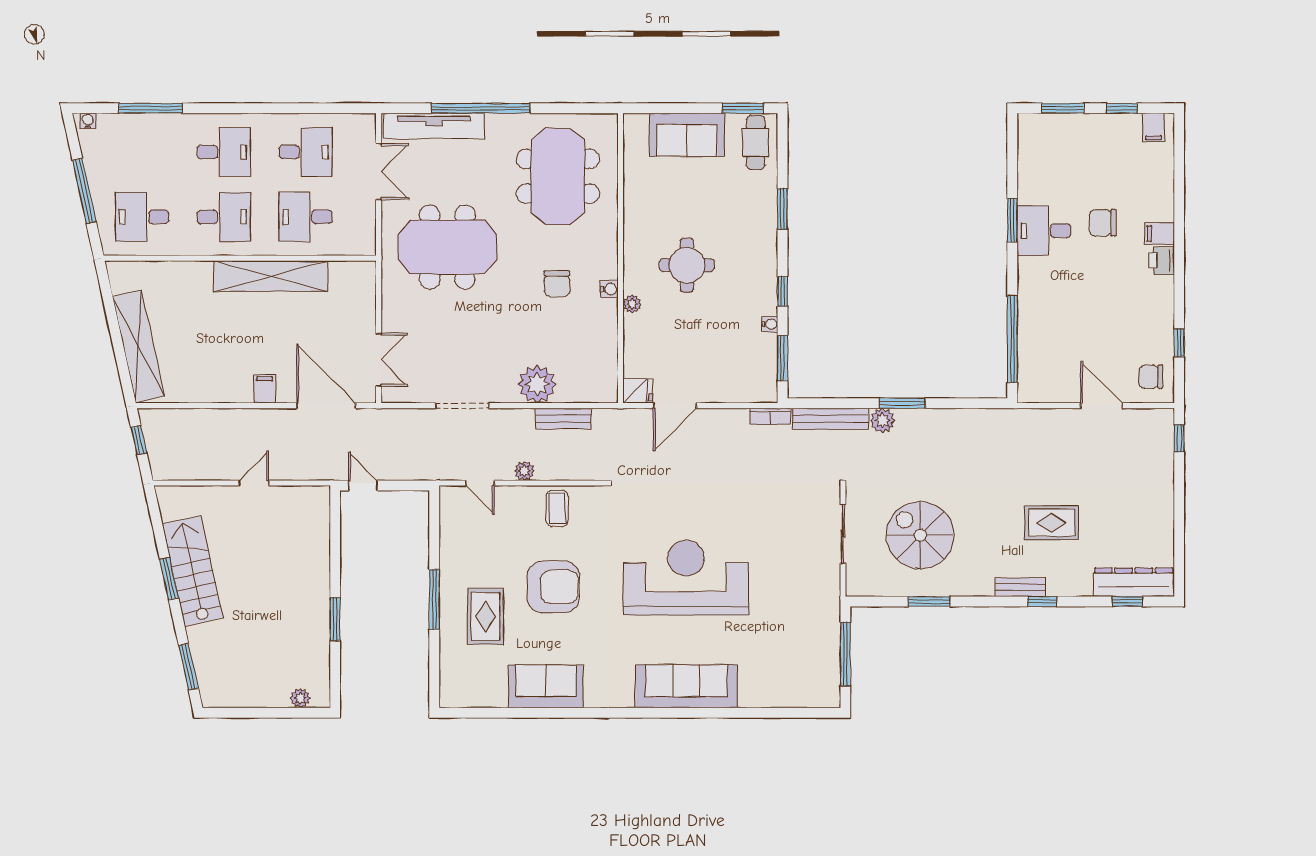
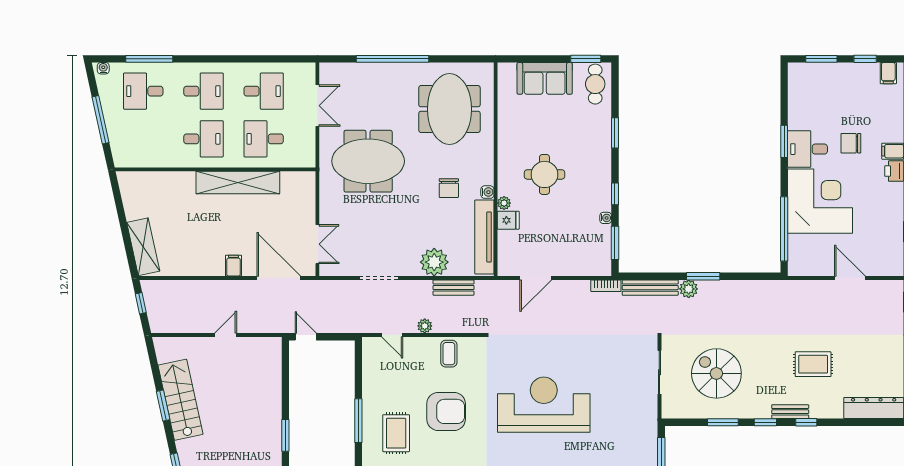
tv unit: (434, 126) -> (484, 237), moved, turned 90
desk: (142, 217) -> (143, 91), moved
corner desk: (1061, 301) -> (820, 201), added
shelving: (138, 346) -> (143, 247), width x0.68
chair: (1151, 377) -> (886, 257), removed
fridge: (638, 391) -> (508, 220), moved
window: (1127, 602) -> (765, 422), moved

